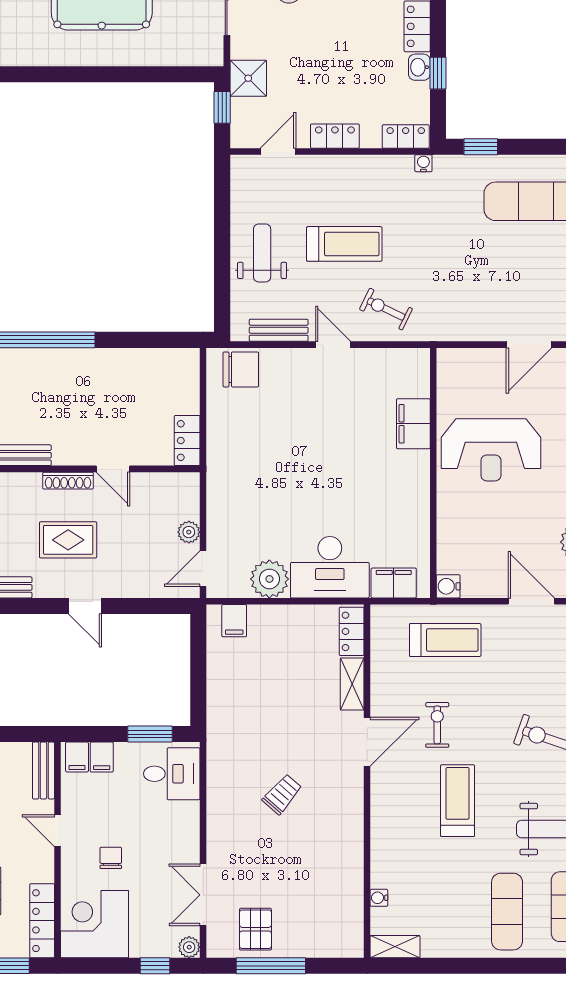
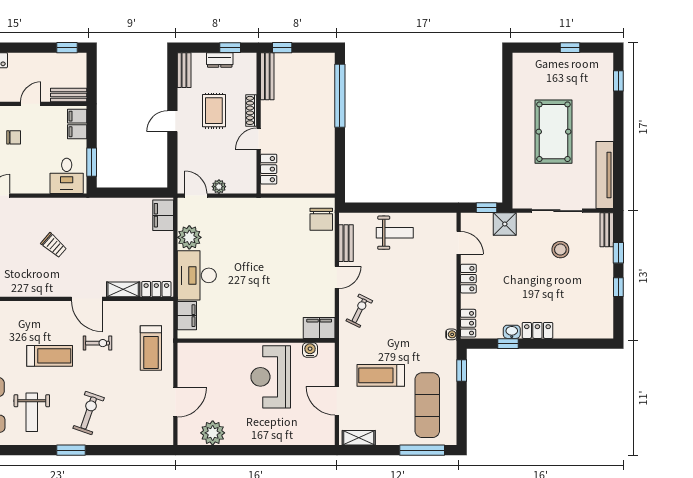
treadmill: (344, 244) -> (381, 375), moved, turned 90
filing cabinet: (413, 424) -> (319, 328), moved
locker: (187, 441) -> (269, 169), moved, turned 90
water cooler: (448, 586) -> (310, 350), moved
filing cabinet: (234, 621) -> (163, 215), width x2.00

